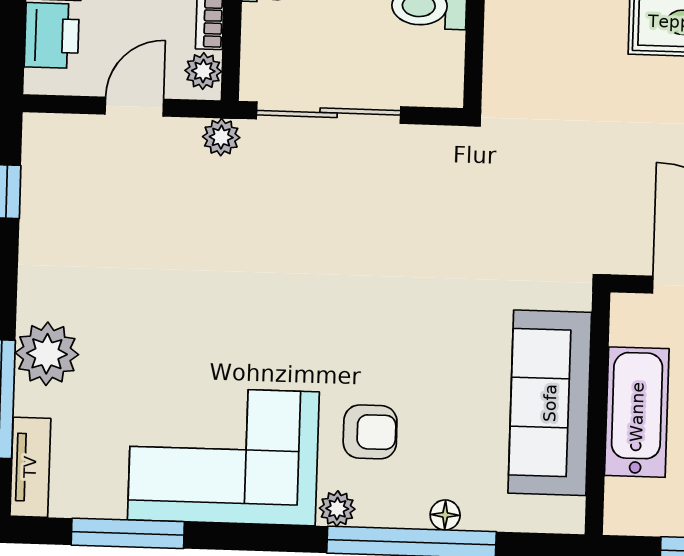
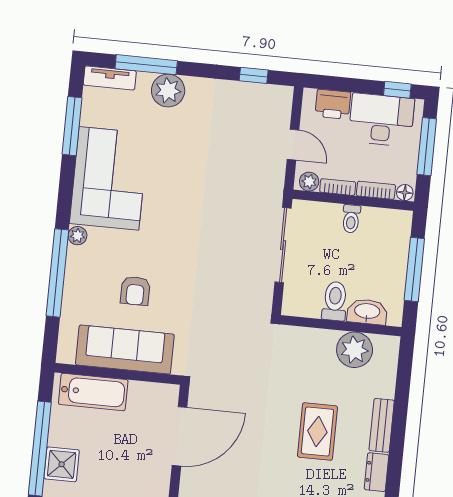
plant: (221, 137) -> (274, 189), removed
bathtub: (637, 412) -> (93, 392), moved
armchair: (370, 432) -> (135, 291), moved
floor lamp: (445, 515) -> (70, 291), removed

